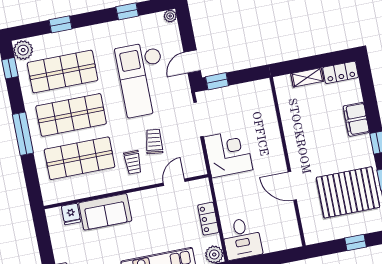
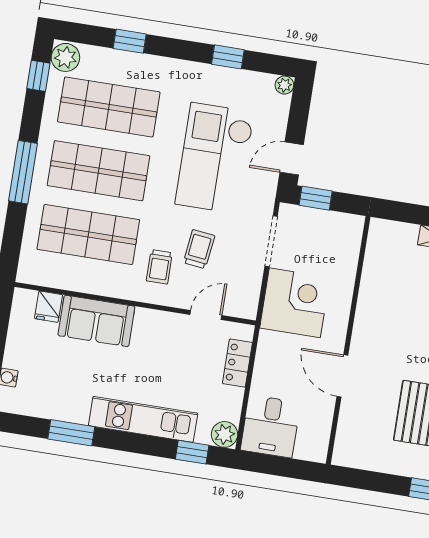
wall: (288, 162) -> (348, 340), moved
door: (292, 186) -> (342, 376), moved
locker: (208, 219) -> (237, 363), moved

